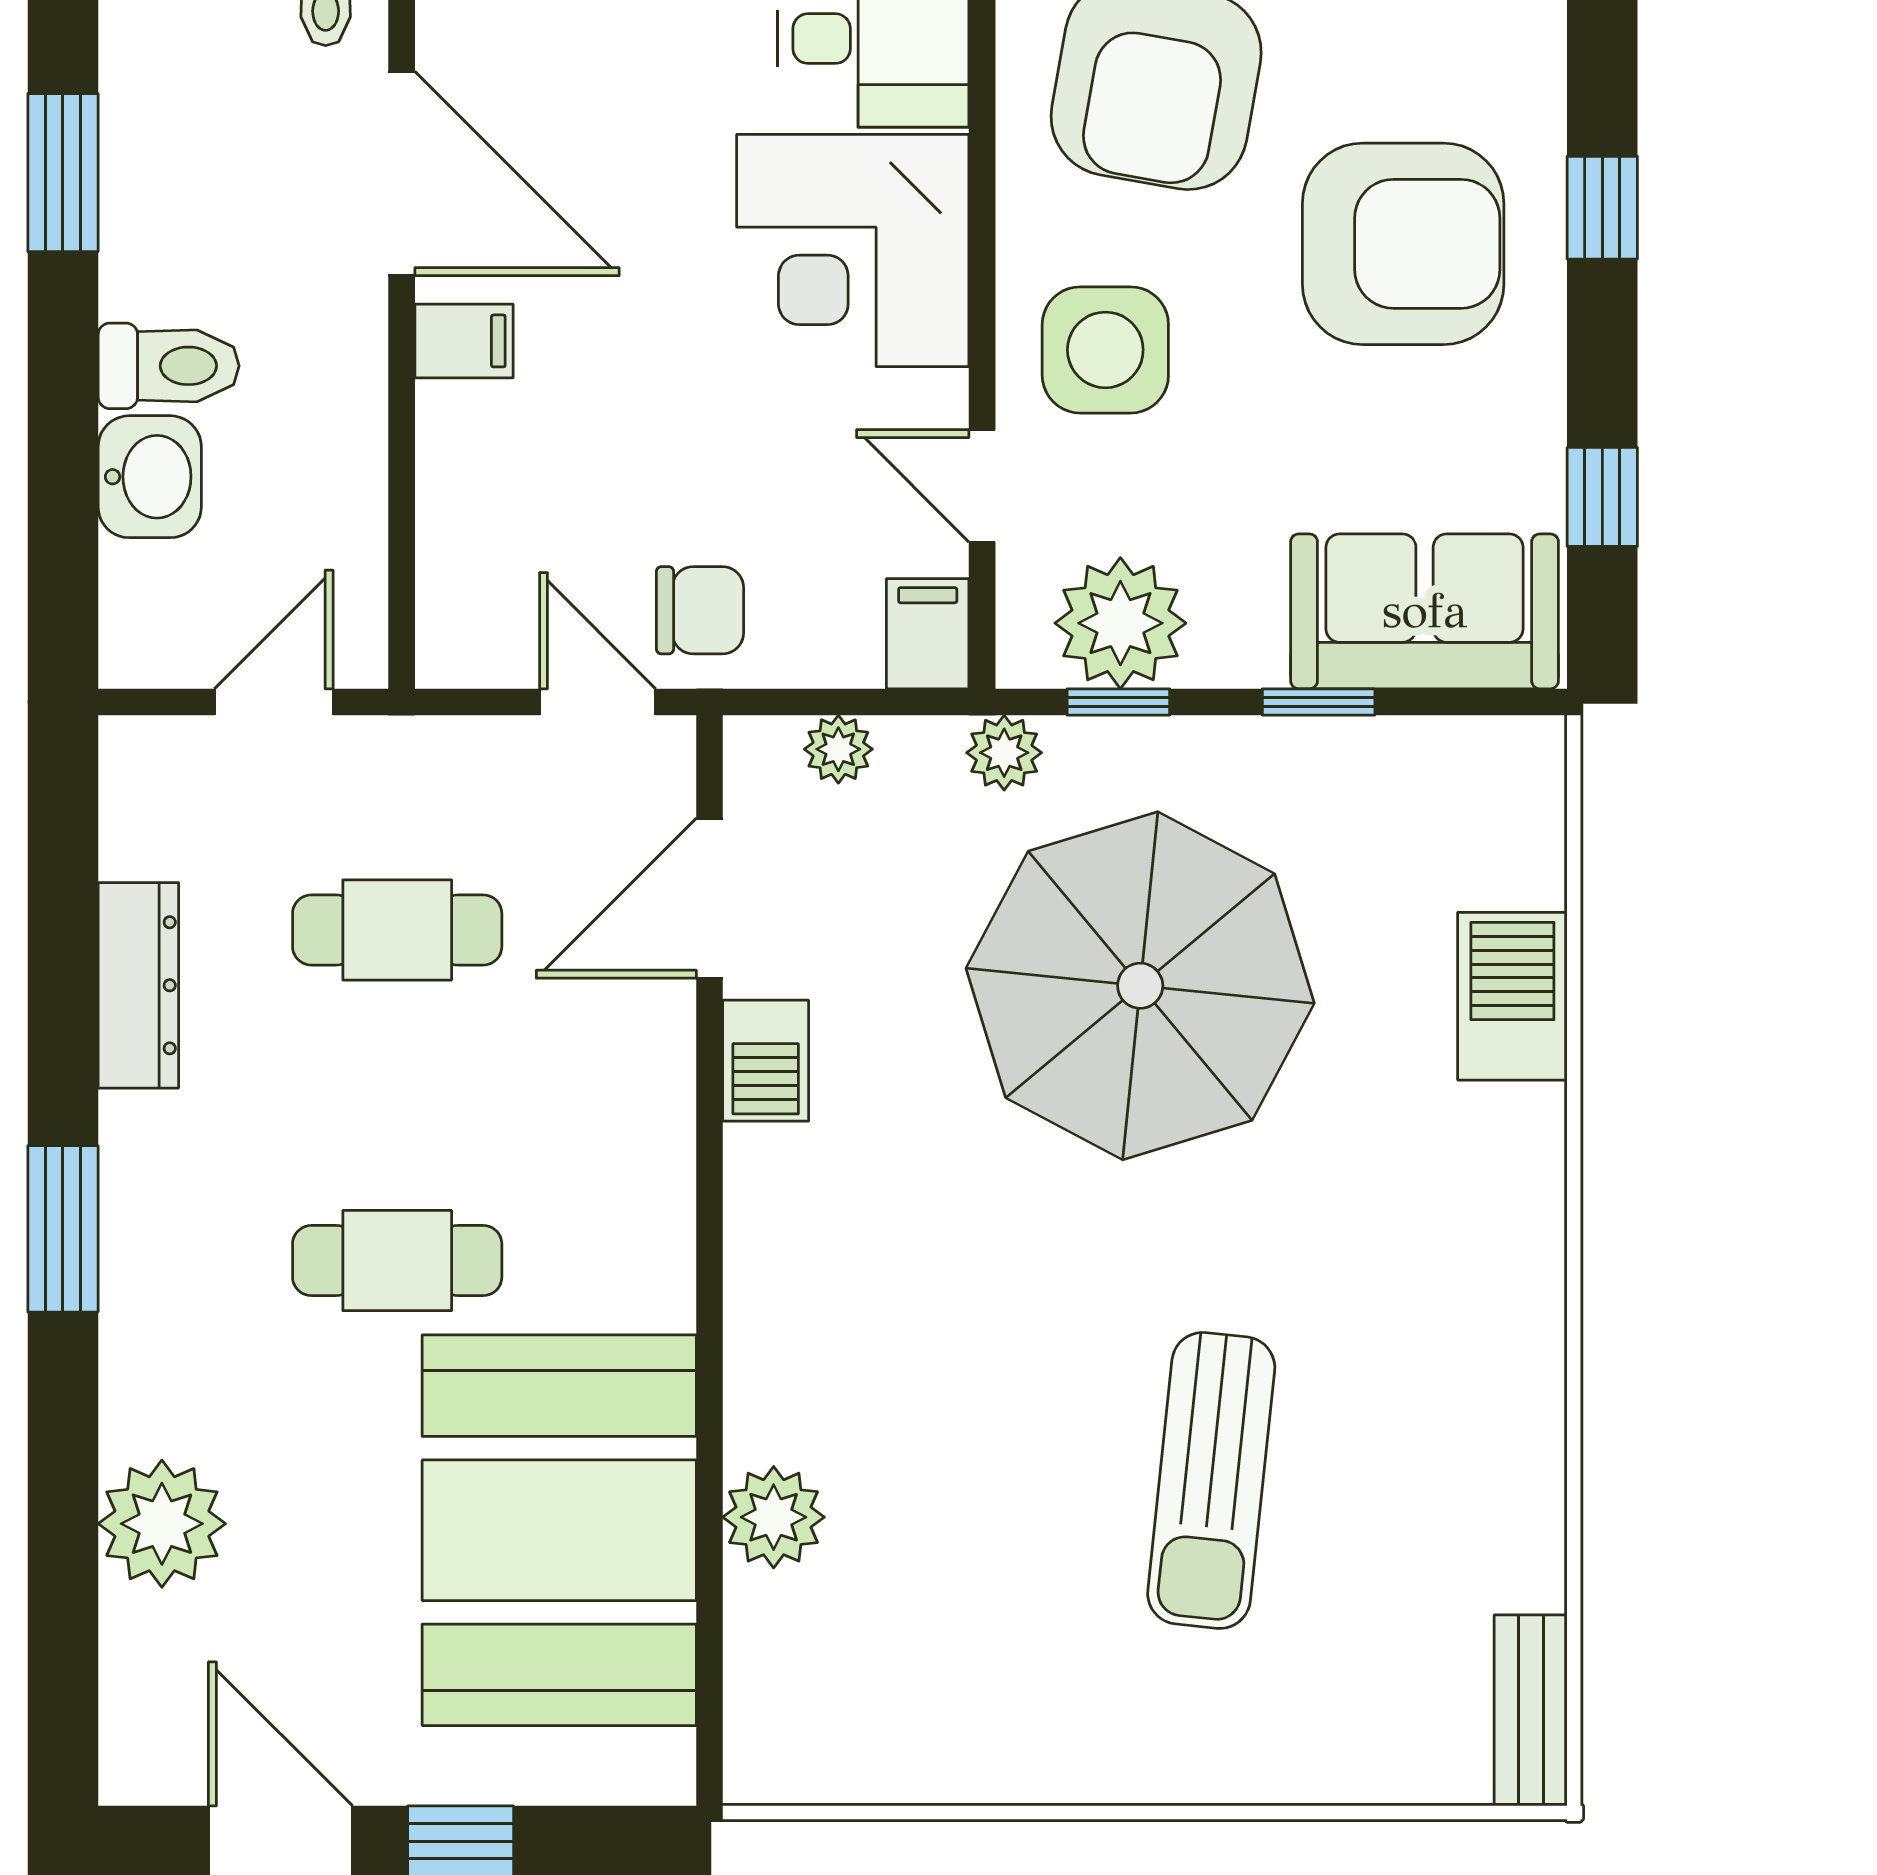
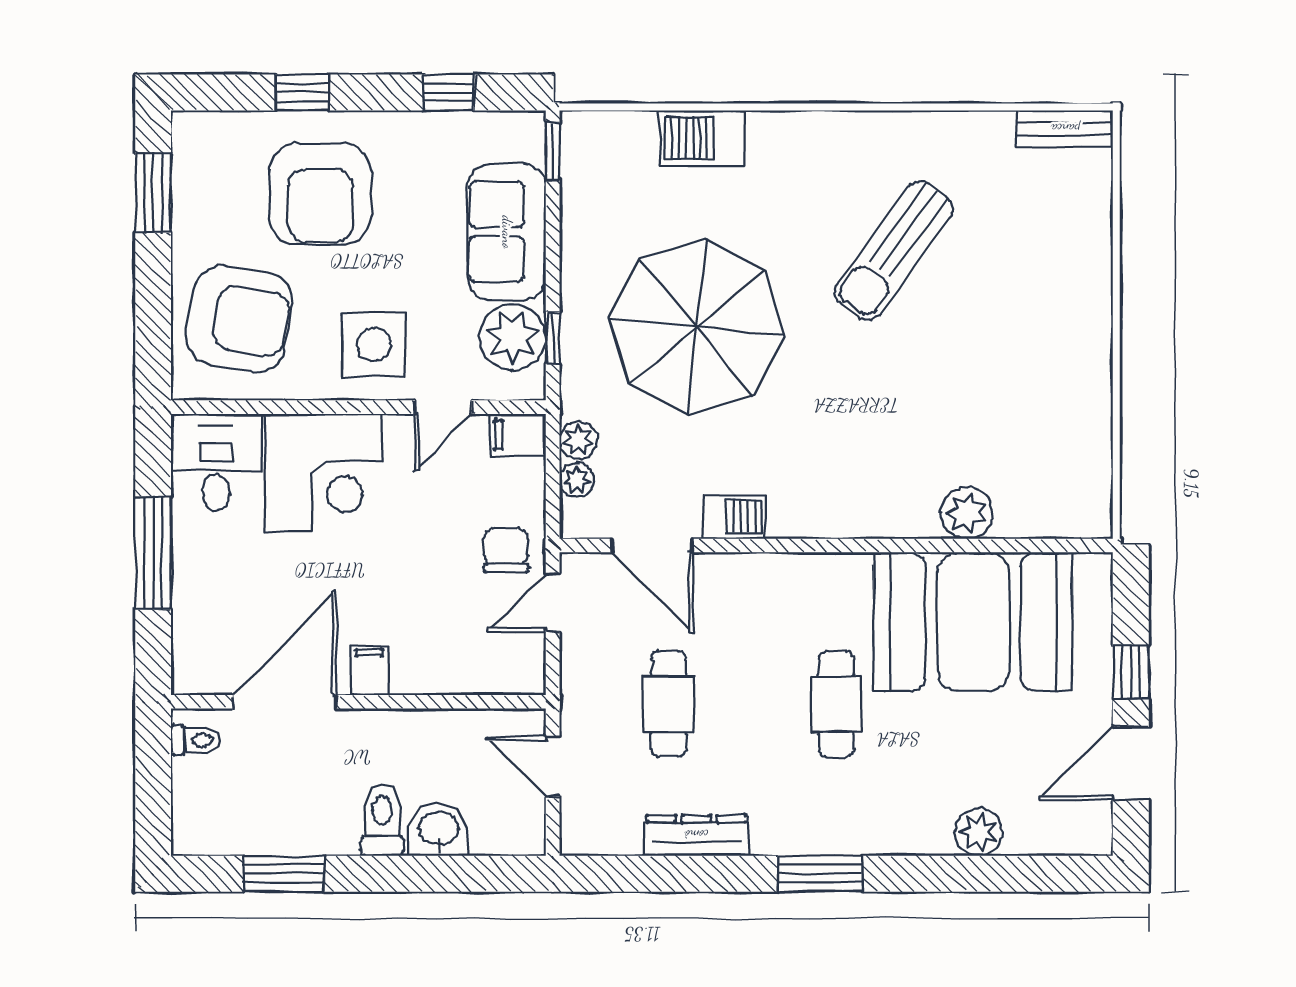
armchair: (1403, 244) -> (320, 193), turned 180
sofa: (1425, 611) -> (507, 232), moved
window: (1319, 702) -> (553, 151), moved
plant: (1004, 753) -> (578, 440), moved
sun lounger: (1211, 1480) -> (894, 250), moved, turned 120
plant: (162, 1524) -> (978, 832), width x0.73, depth x0.73

